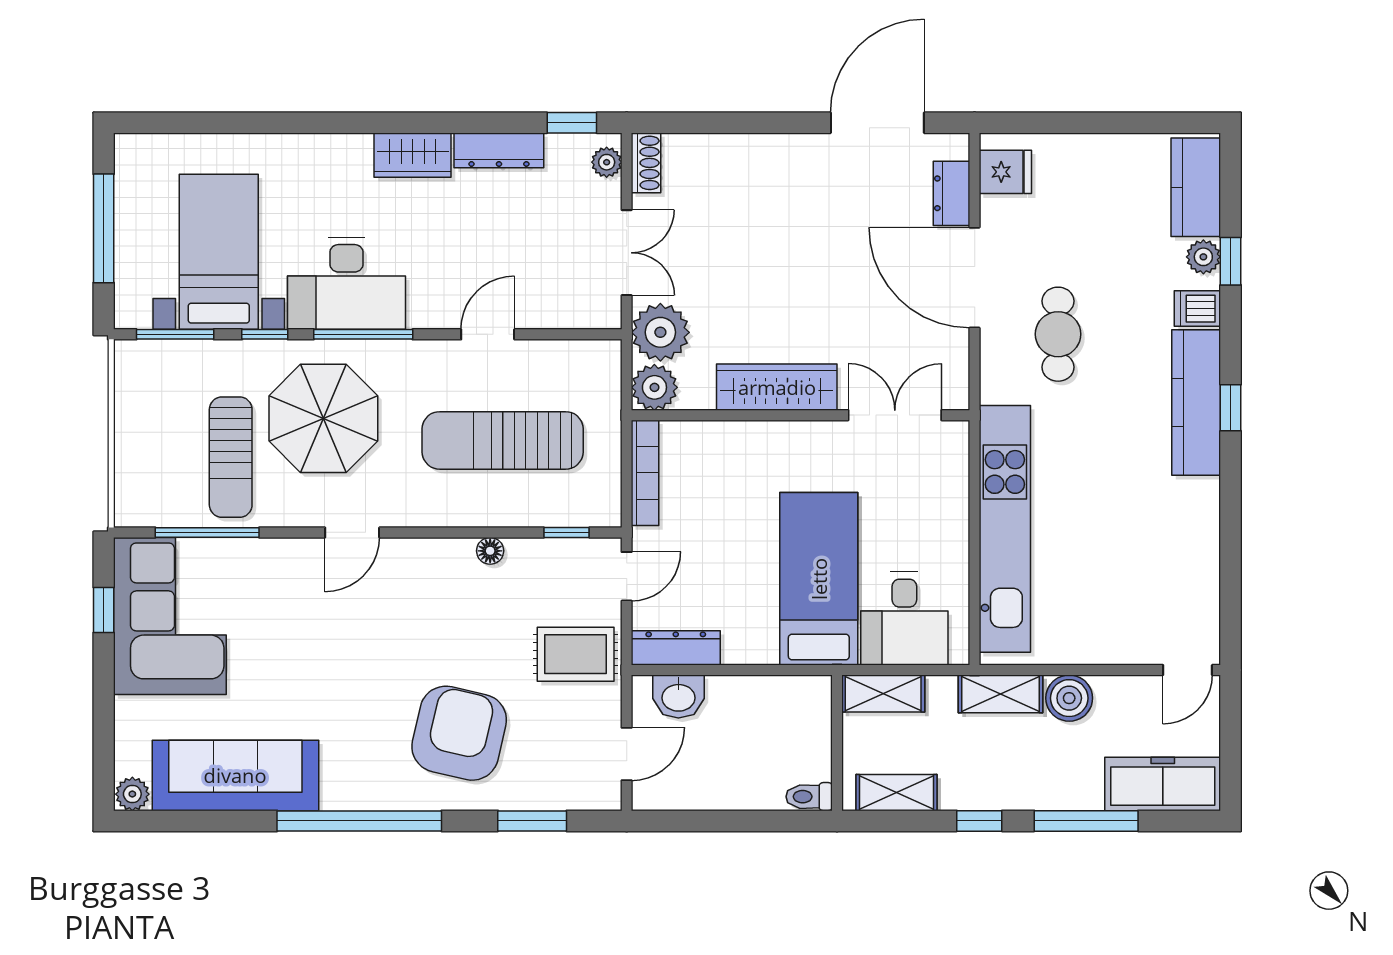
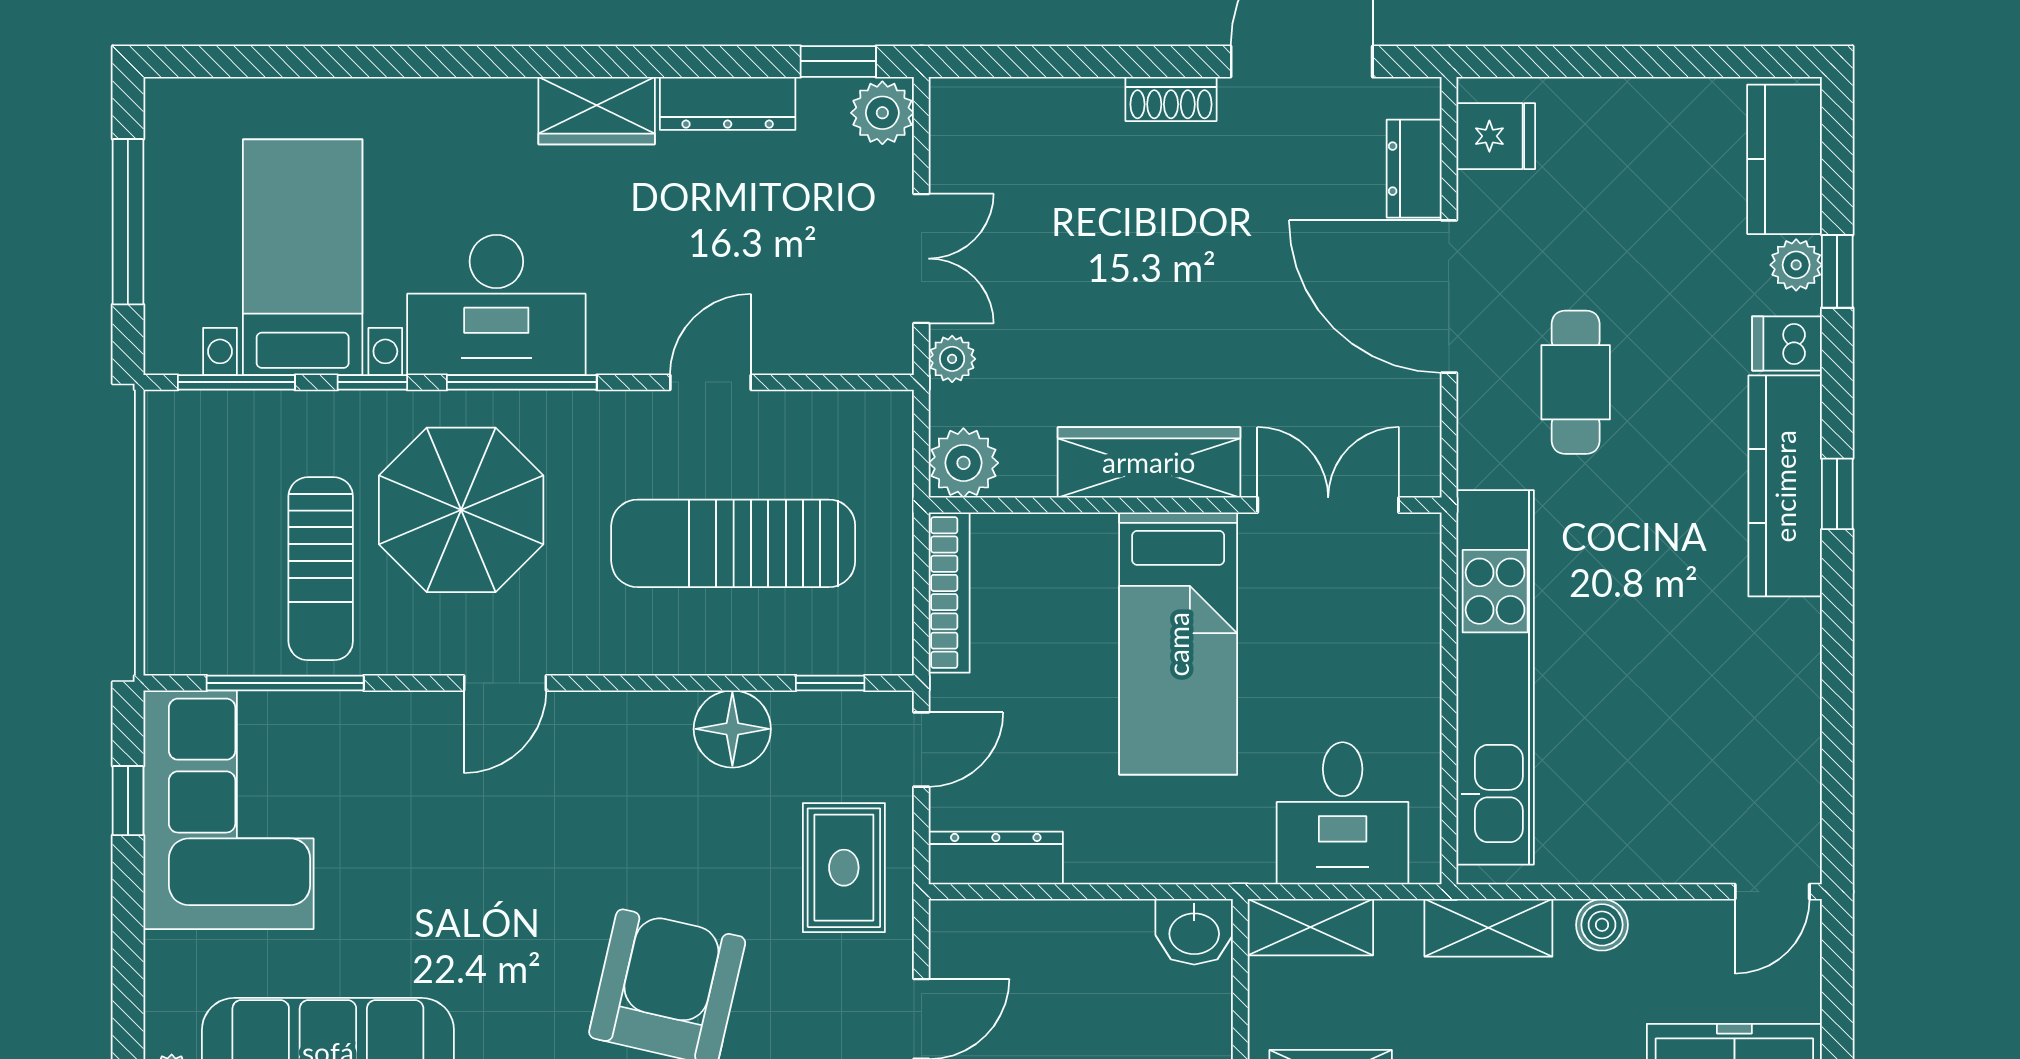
plant: (607, 162) -> (882, 113), width x1.38, depth x1.38
shoe rack: (646, 163) -> (1171, 99), moved, turned 90
plant: (660, 332) -> (952, 359), width x0.53, depth x0.53
floor lamp: (490, 551) -> (732, 729), width x1.89, depth x1.89
bed: (819, 579) -> (1178, 644), moved, turned 180
rug: (576, 654) -> (844, 868), turned 90
washbasin: (678, 696) -> (1194, 932), moved
boiler: (1069, 698) -> (1602, 925), width x0.73, depth x0.73

